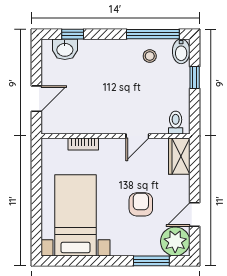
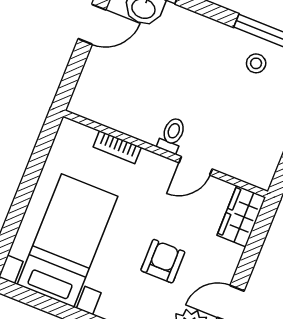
door: (36, 99) -> (92, 24), moved
toilet: (176, 123) -> (172, 135), moved

